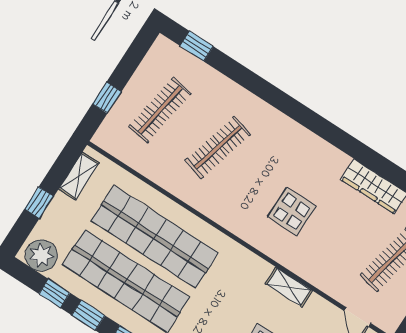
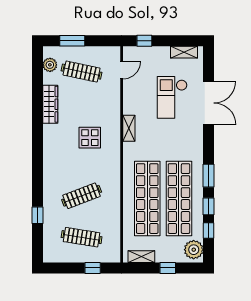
window: (197, 46) -> (37, 215), moved
clothes rail: (218, 147) -> (82, 196), turned -36
shelving: (289, 287) -> (129, 128), moved

